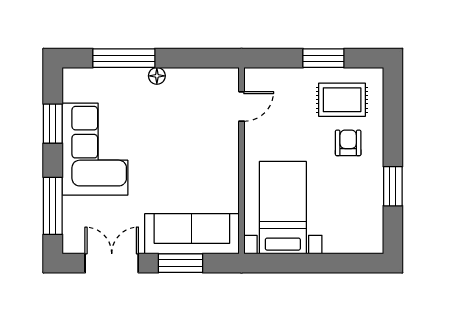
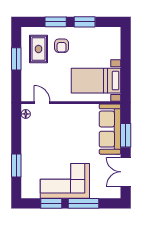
window: (124, 58) -> (16, 165), width x0.69
floor lamp: (157, 76) -> (26, 114), moved
window: (393, 132) -> (56, 22), added
armchair: (348, 143) -> (62, 46), turned -90
window: (53, 206) -> (84, 203), moved

